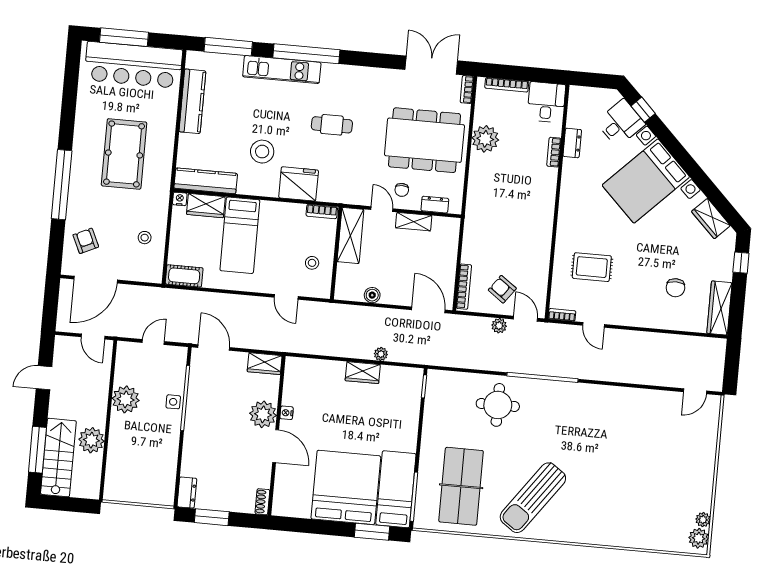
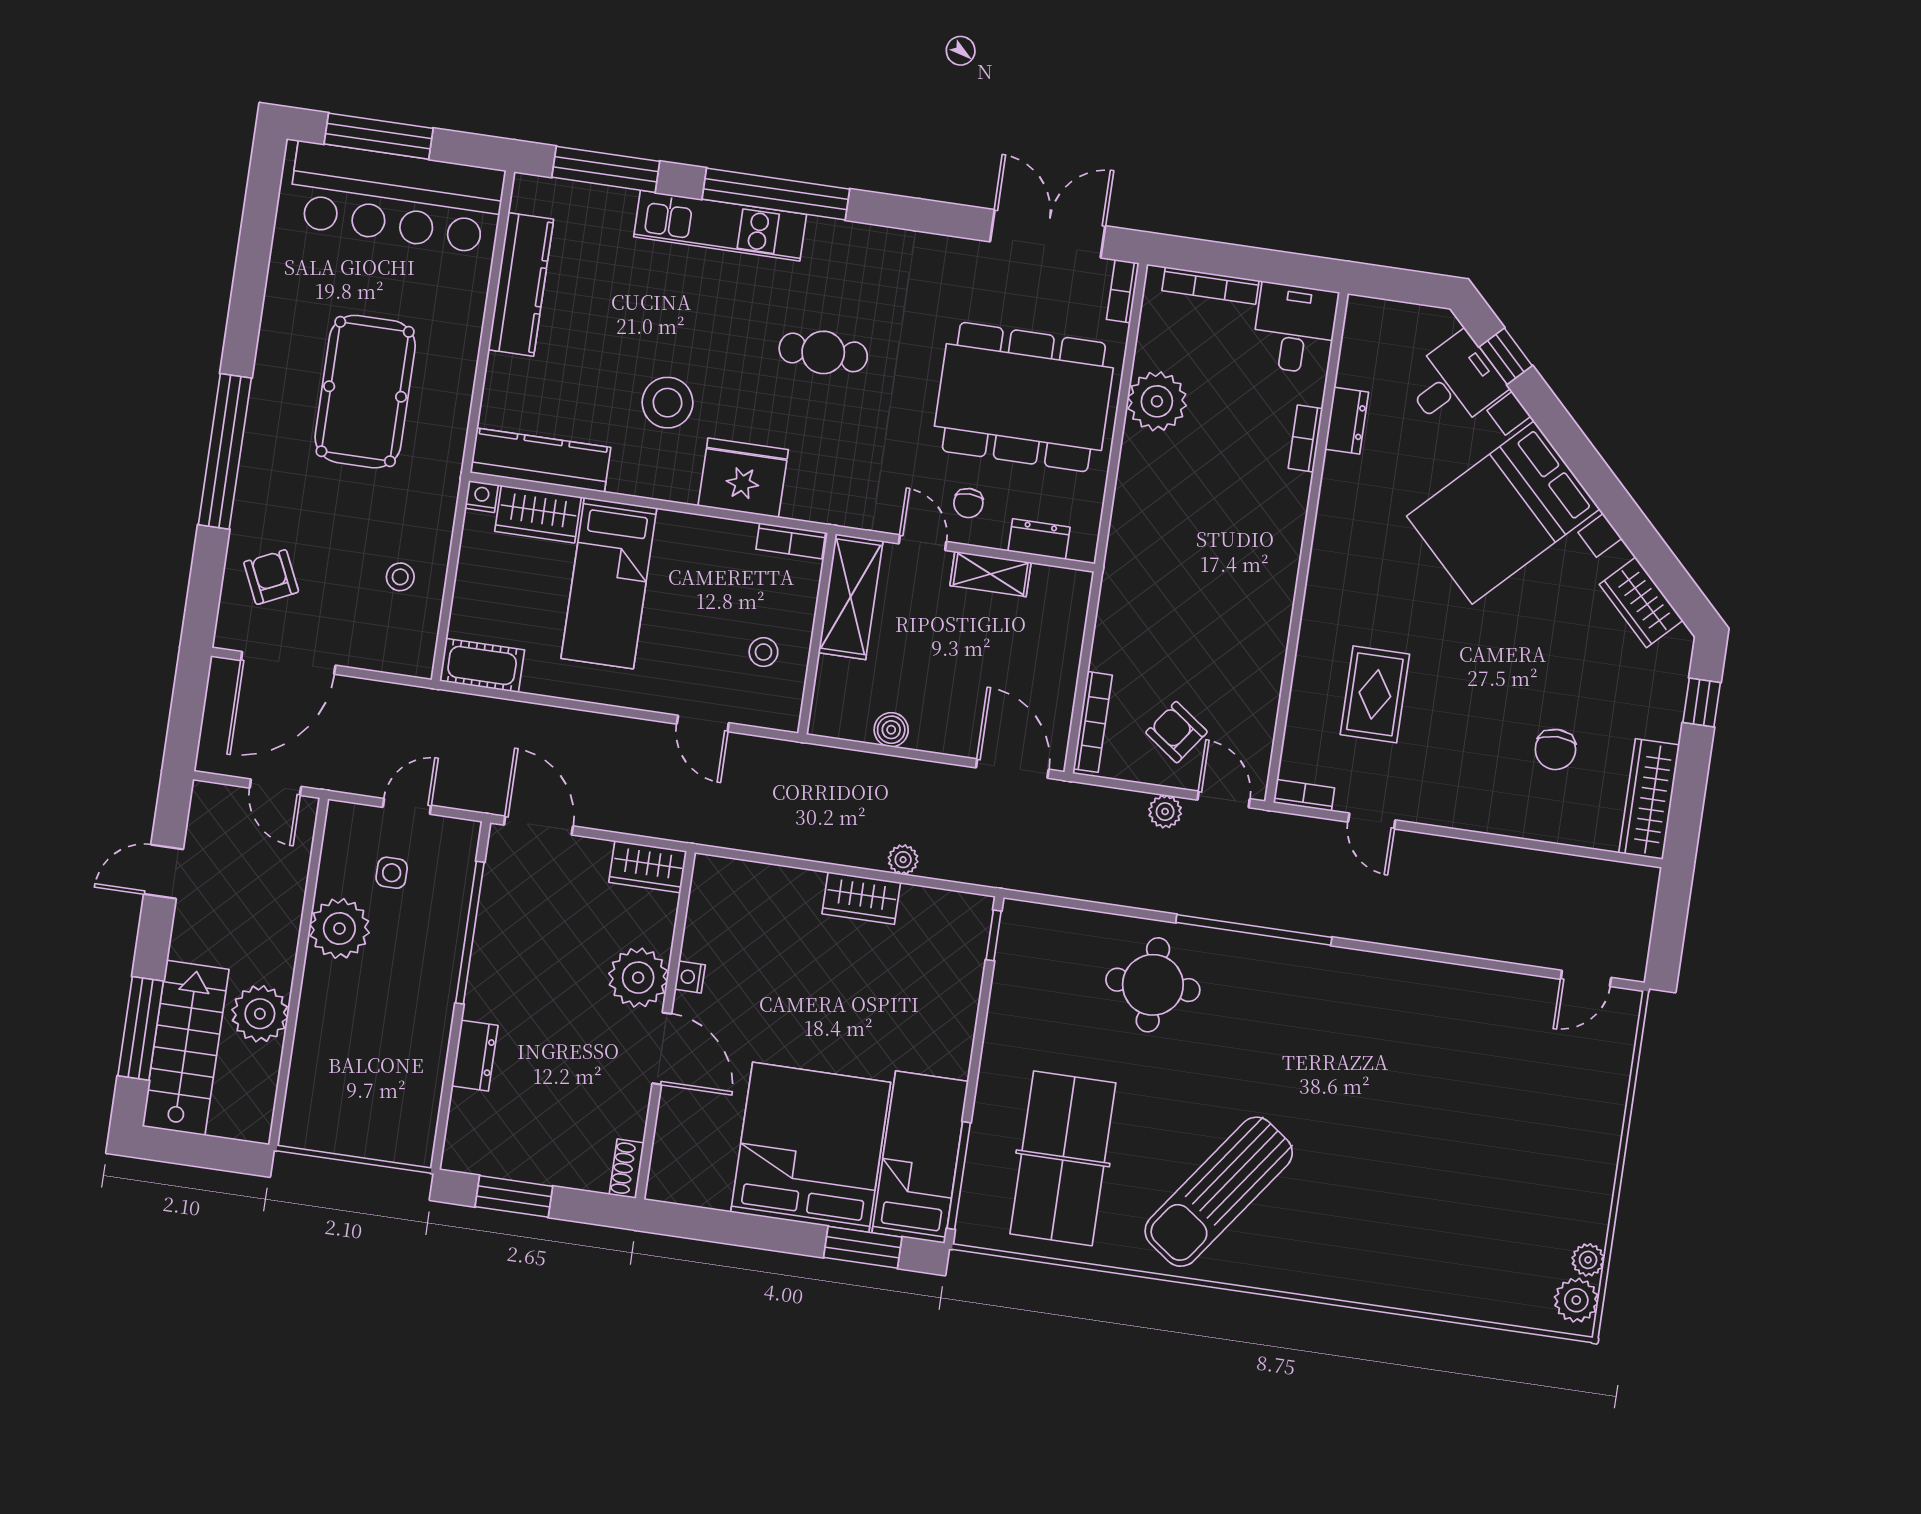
rug: (592, 267) -> (1375, 694), turned 90
side table: (173, 402) -> (392, 873), moved
dresser: (187, 493) -> (475, 1056), moved

